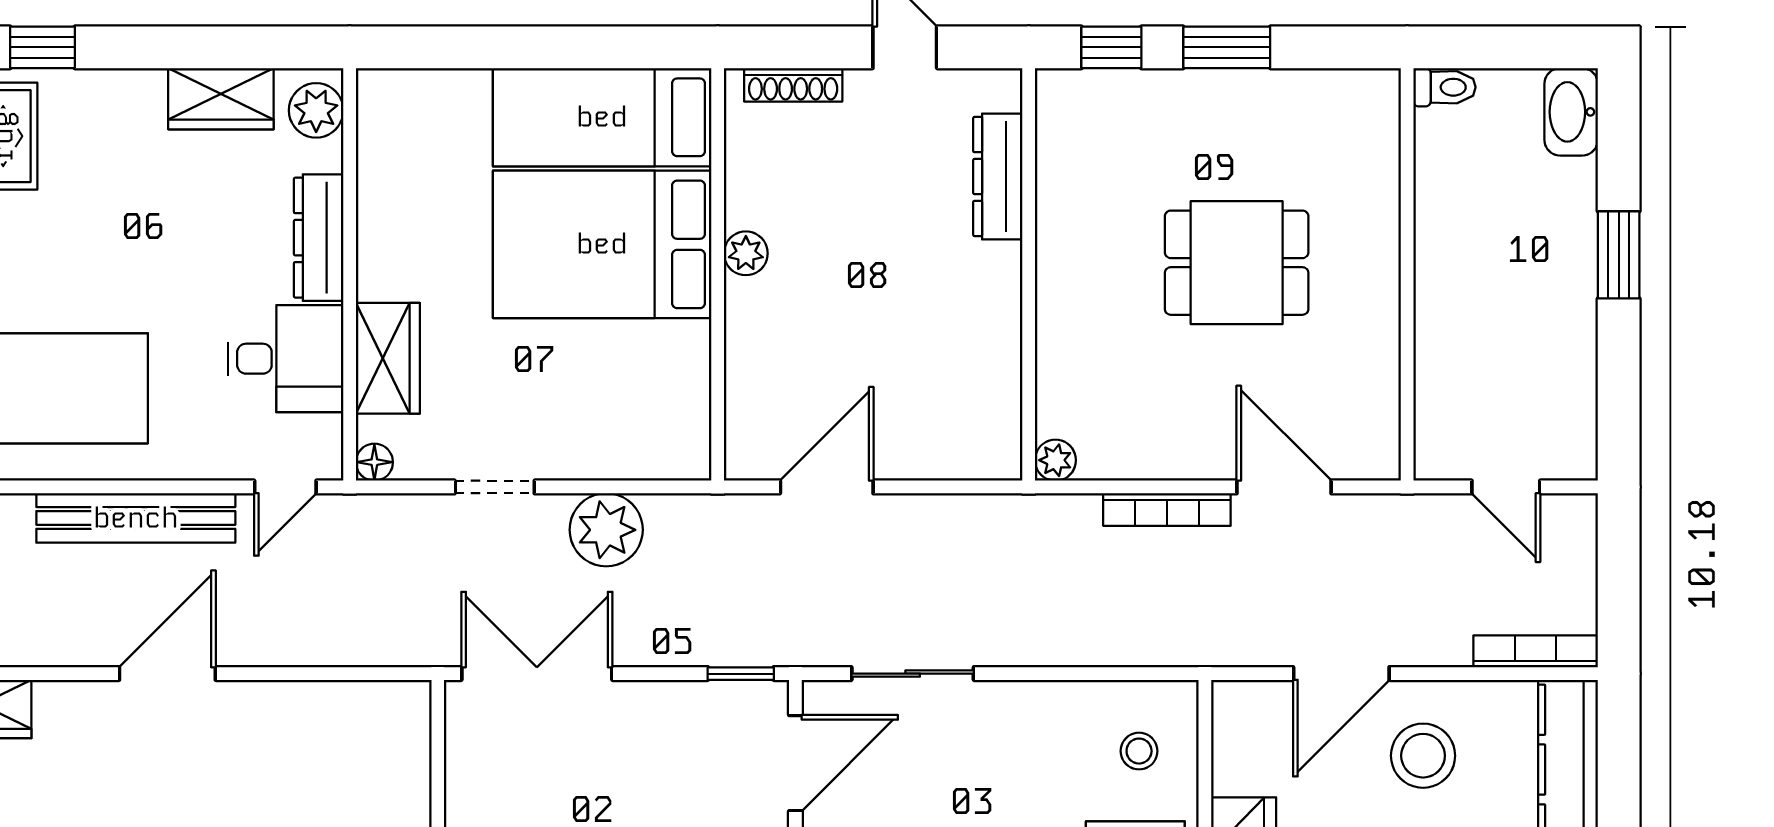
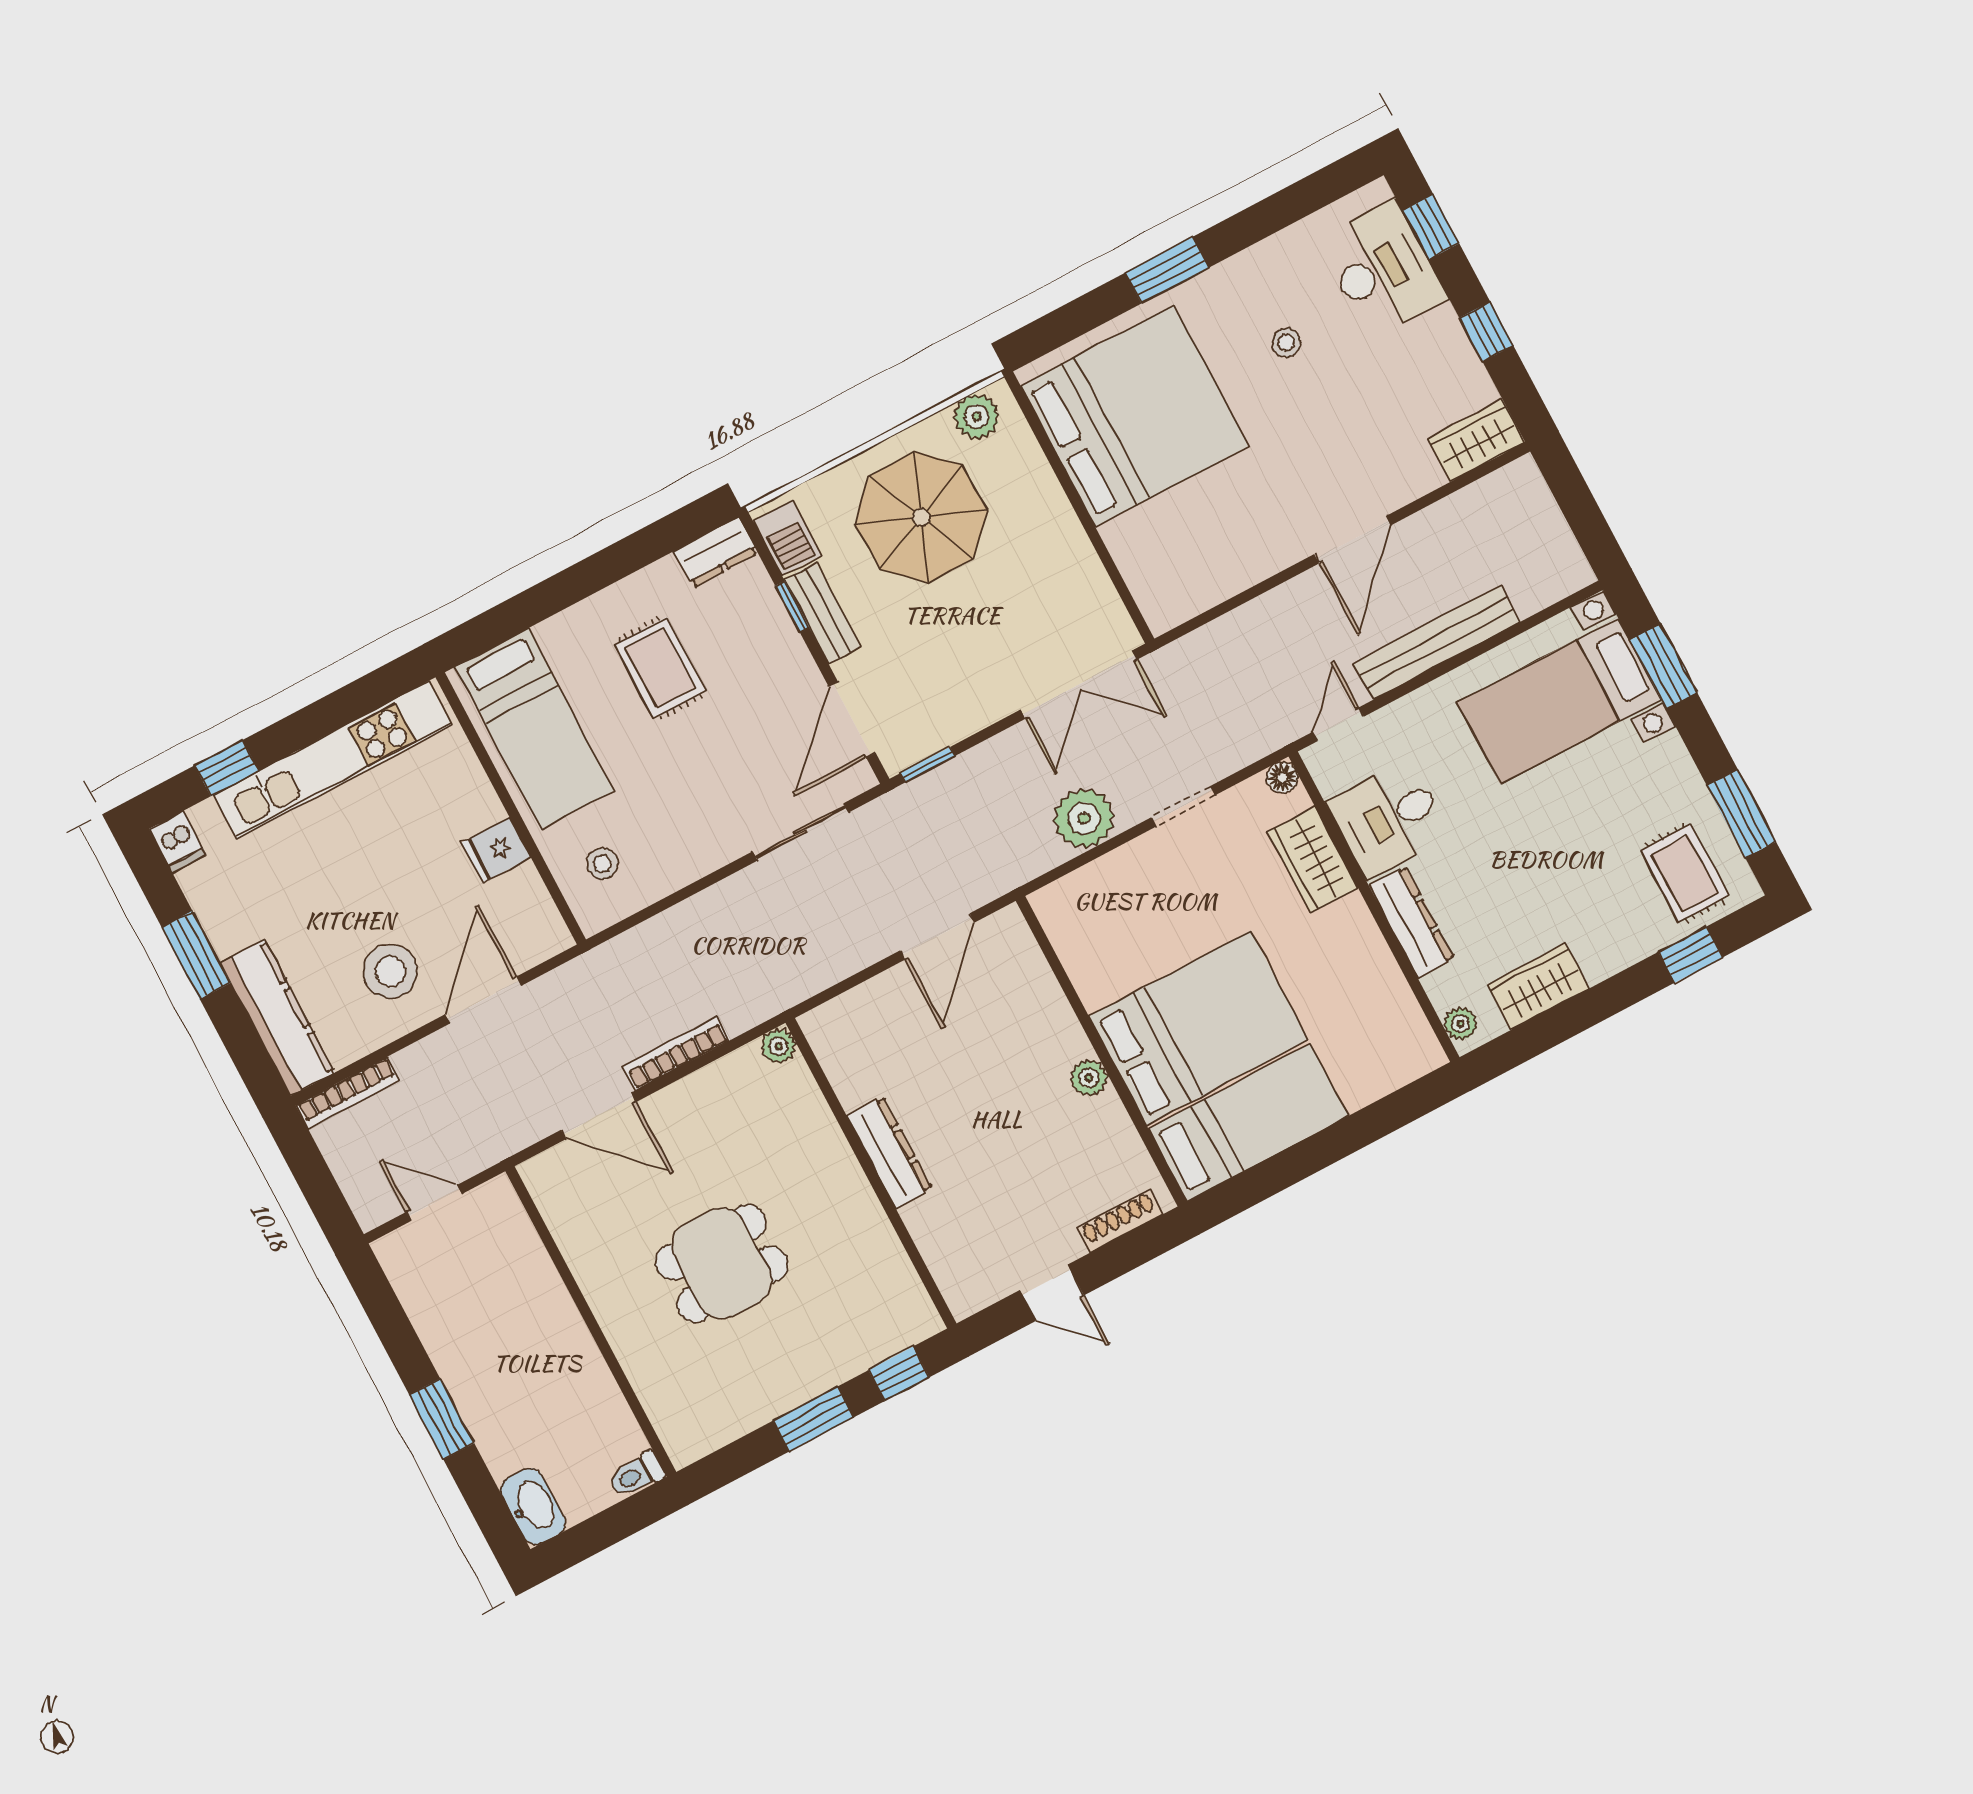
plant: (316, 110) -> (1461, 1024), width x0.73, depth x0.73
dresser: (998, 177) -> (889, 1152), moved

